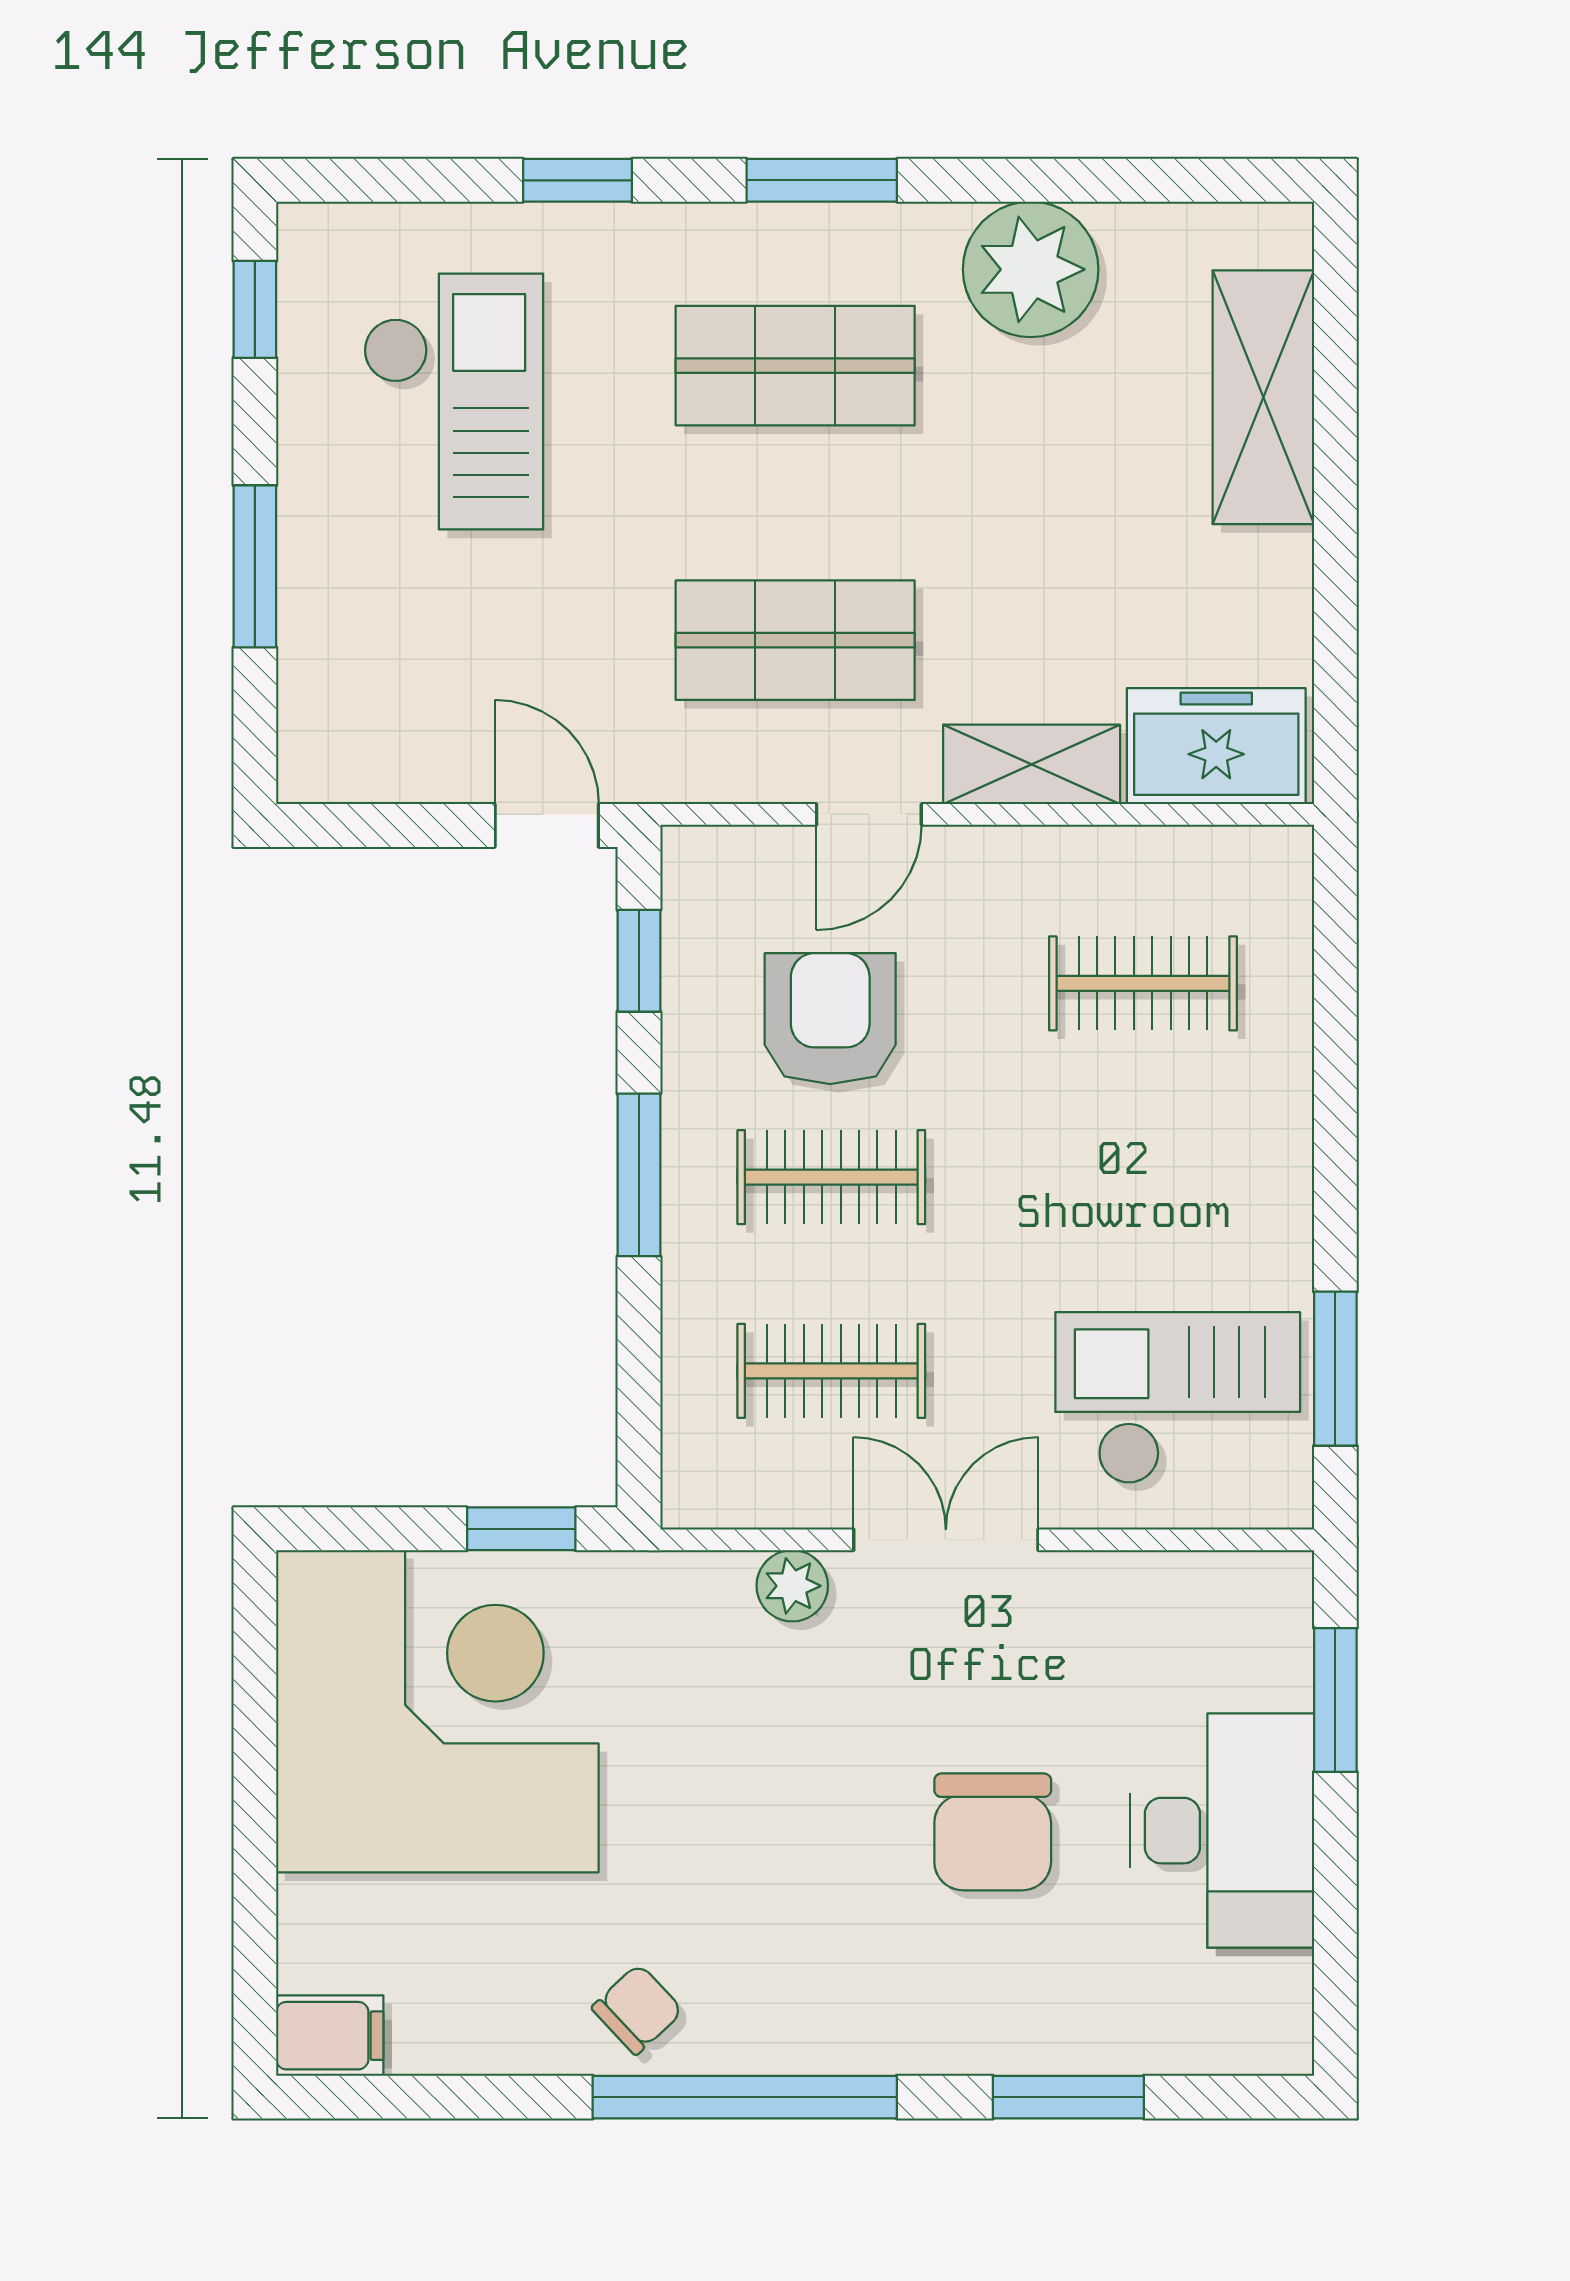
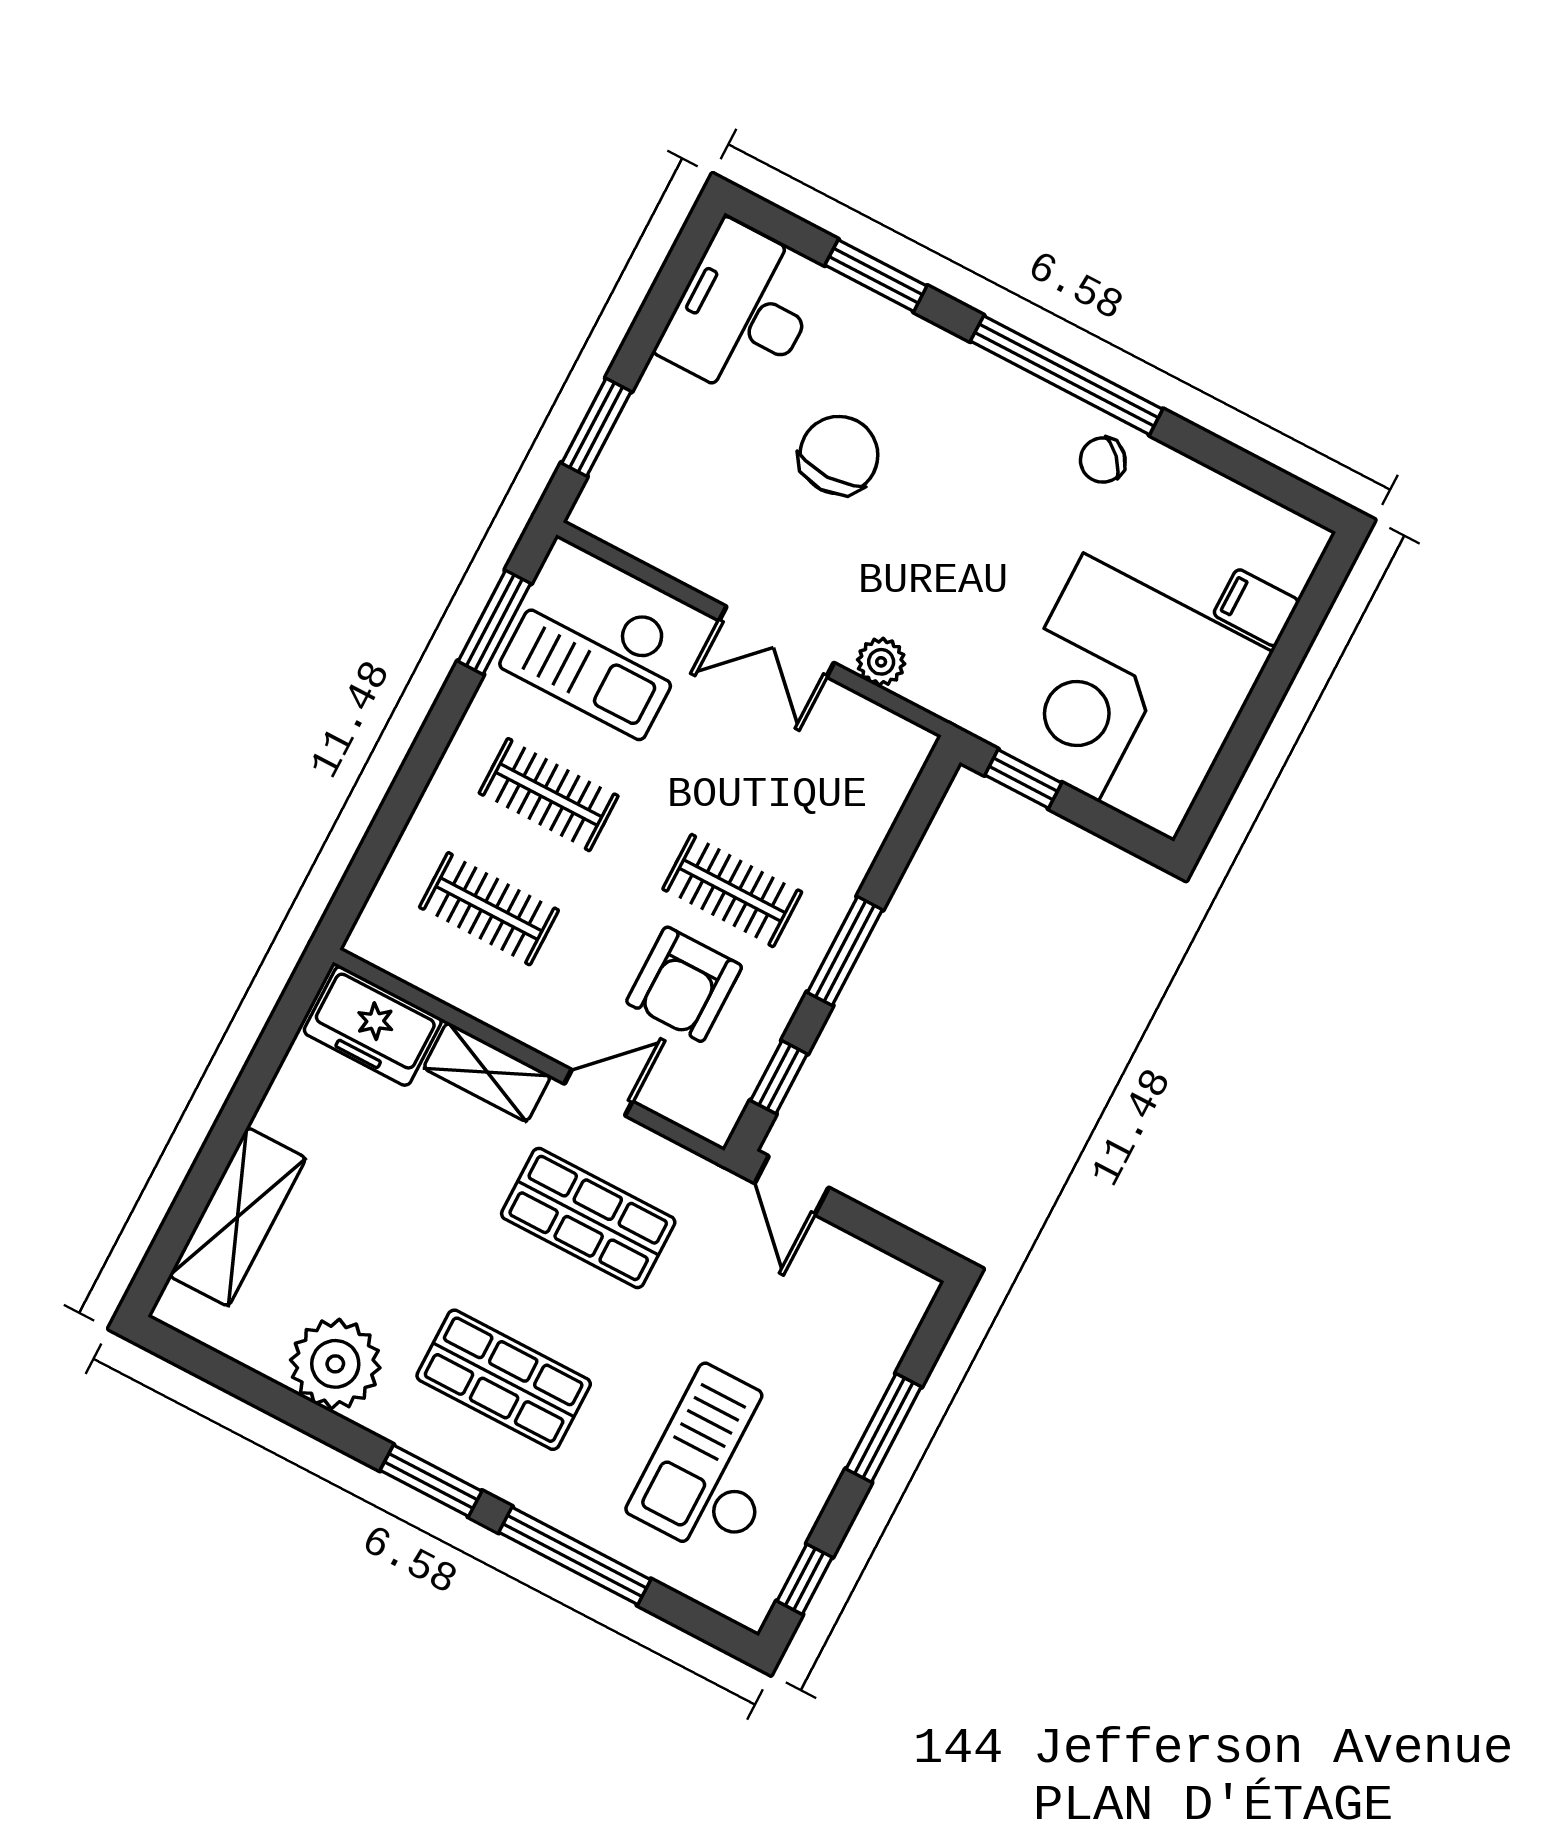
window: (577, 180) -> (575, 1556), width x2.17
clothes rail: (831, 1371) -> (549, 795), moved
desk: (1222, 1831) -> (742, 312), moved
filing cabinet: (330, 2036) -> (1256, 608), moved

